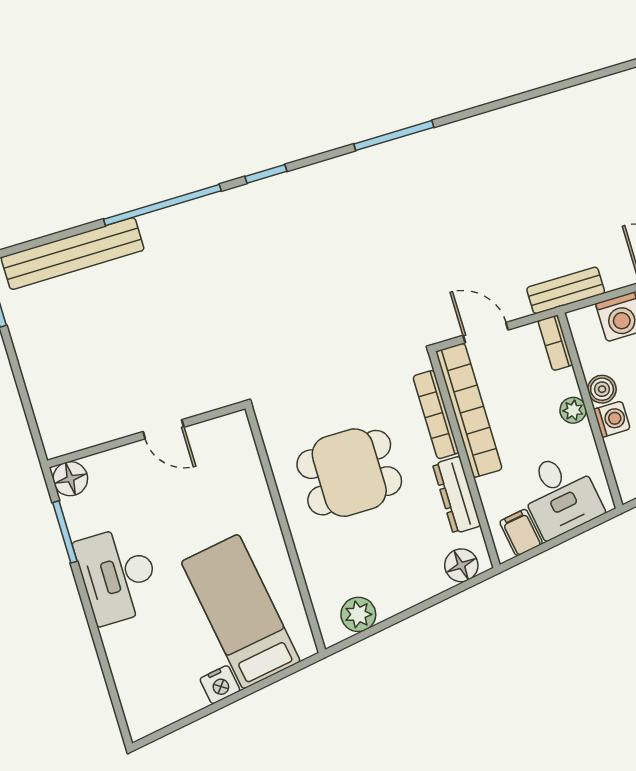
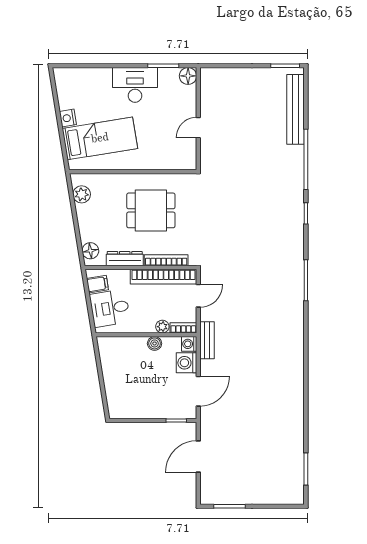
plant: (573, 410) -> (162, 327), moved
washing machine: (612, 419) -> (189, 344), moved, turned 90
dining table: (349, 473) -> (151, 210), turned 90

